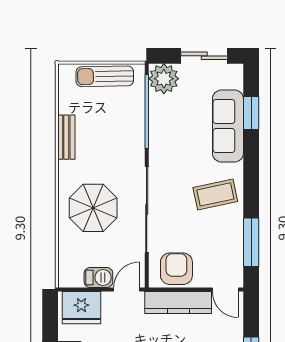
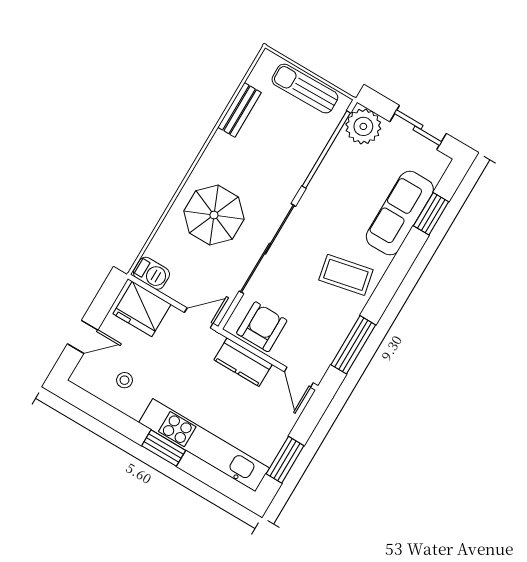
bench: (66, 137) -> (240, 110), moved
barbecue: (98, 278) -> (151, 273), moved
kitchen counter: (178, 303) -> (243, 362), width x0.67

